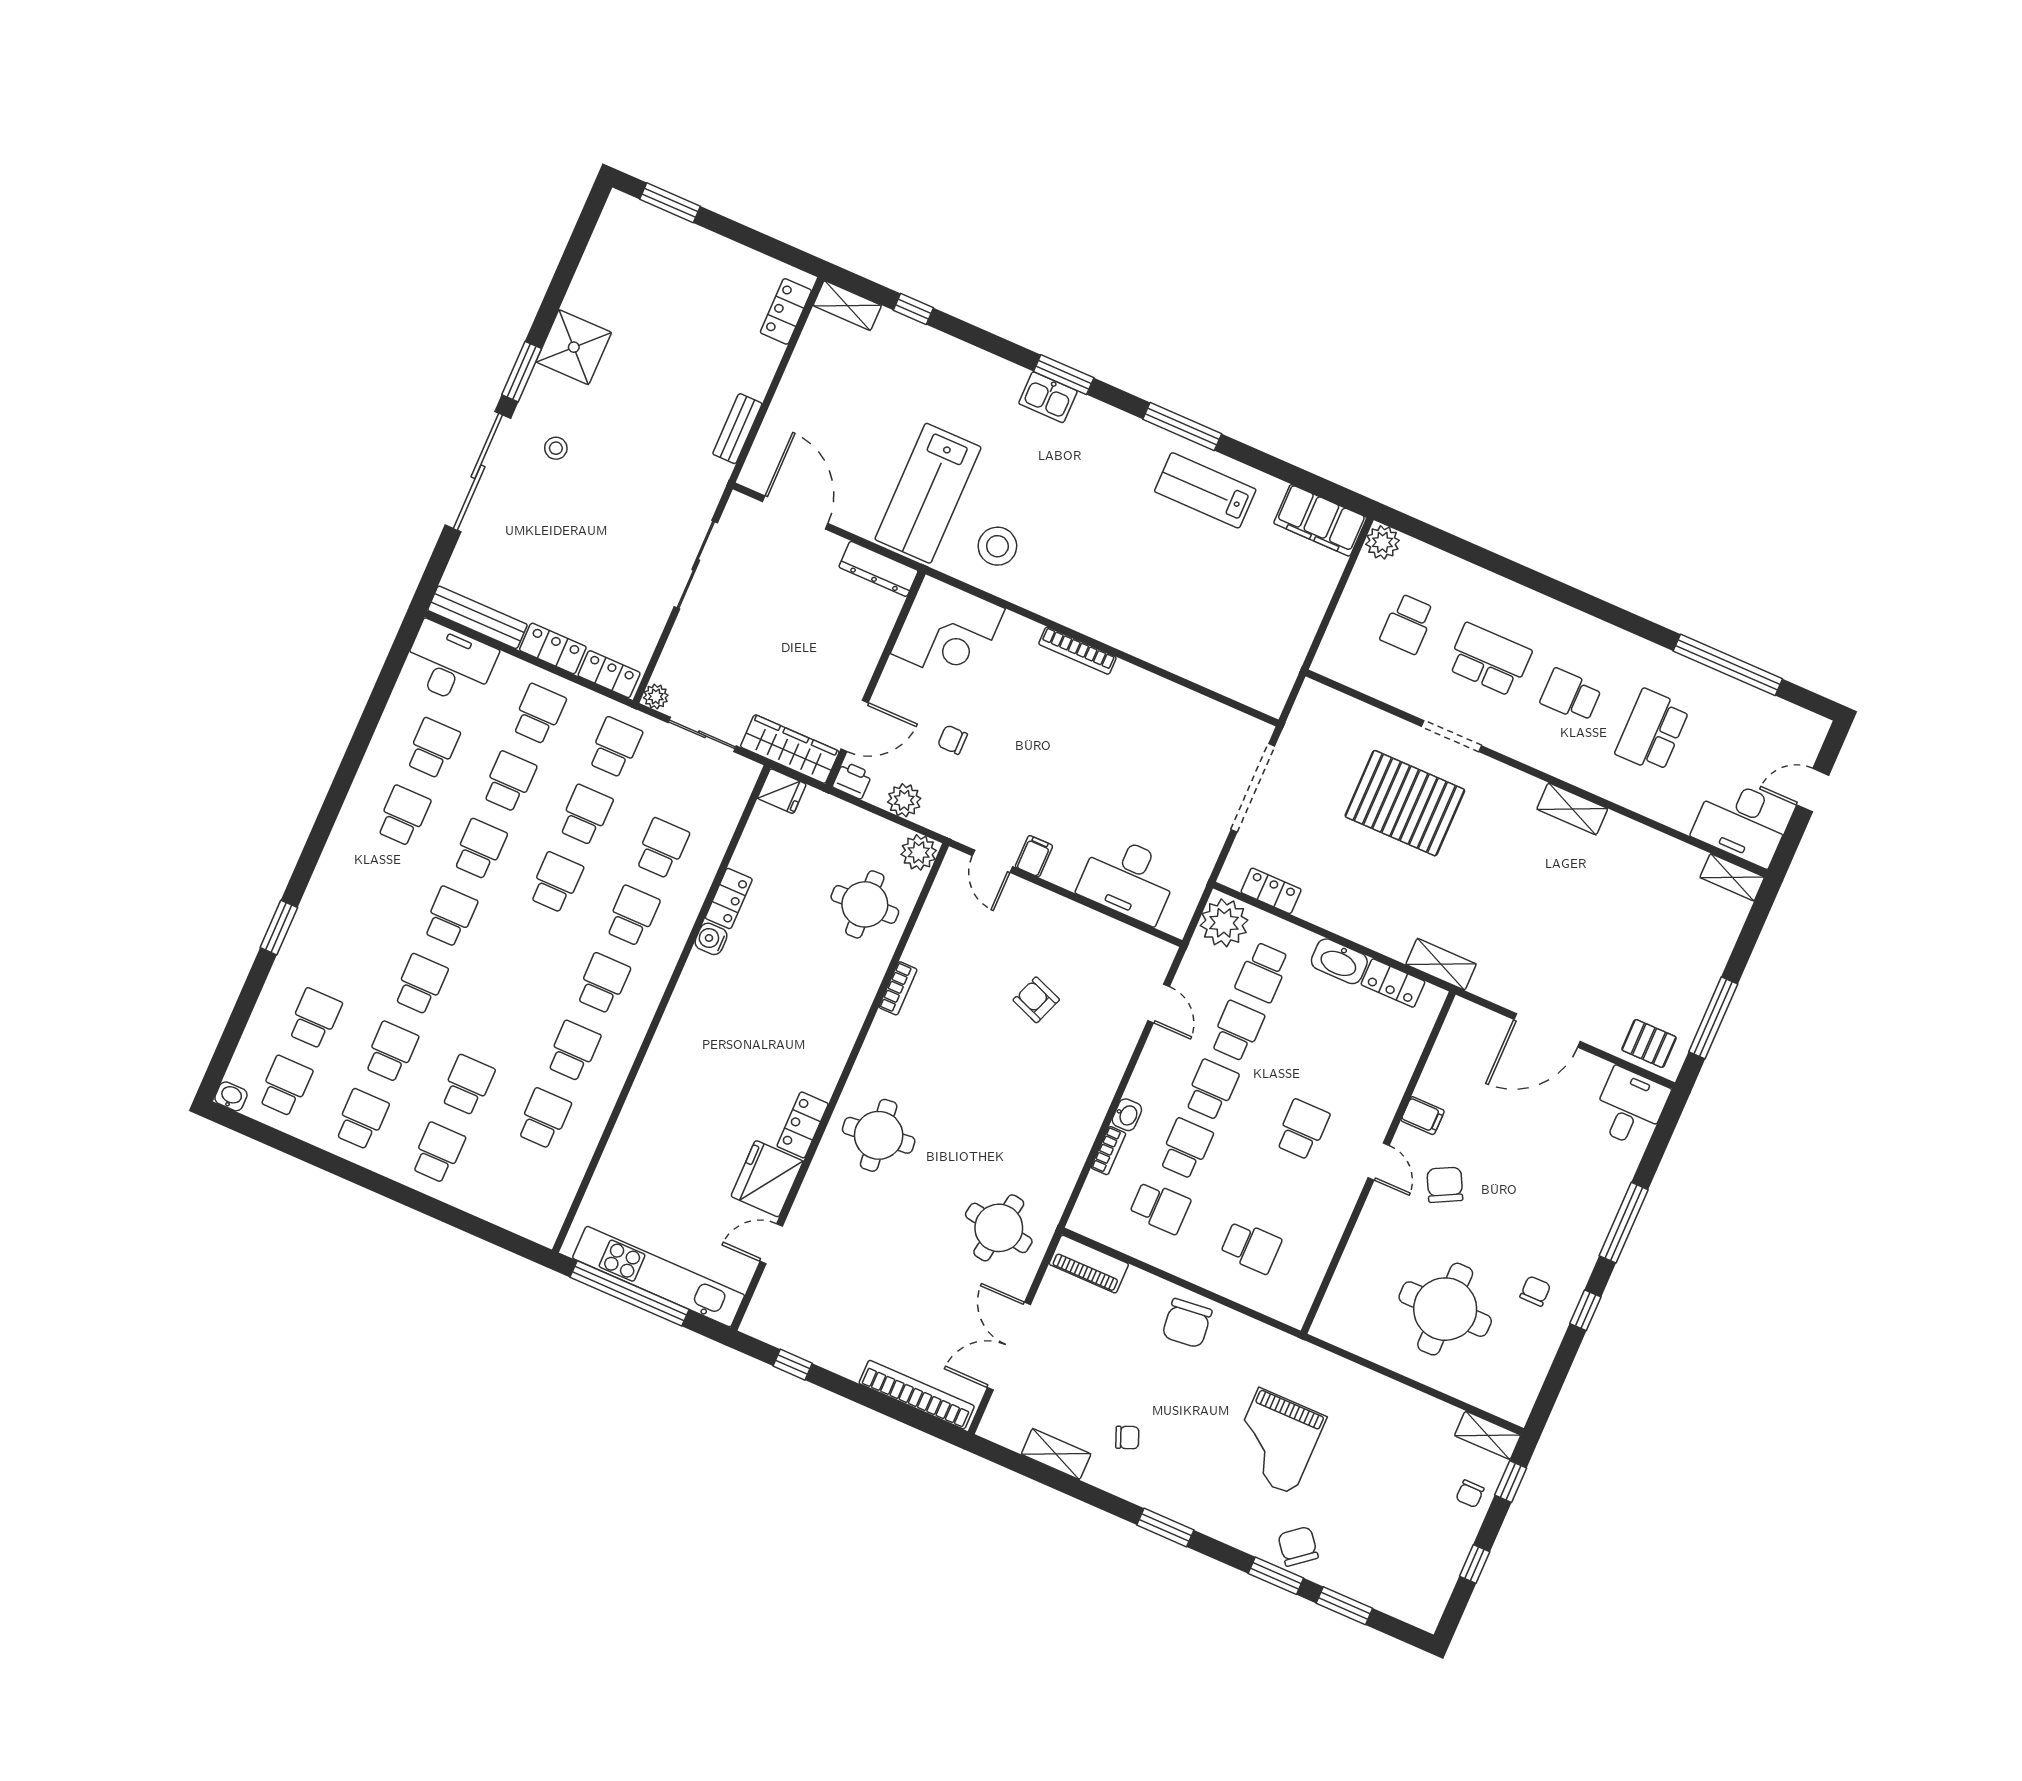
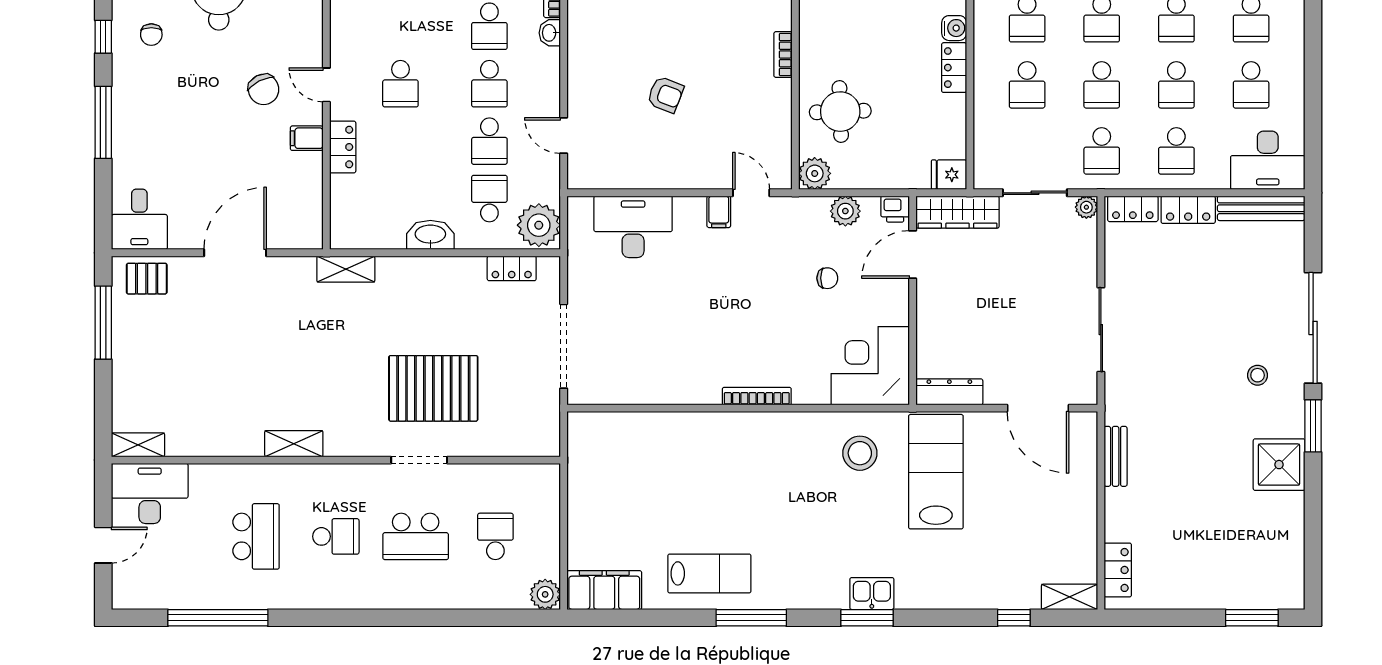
locker: (1393, 983) -> (343, 147), moved, turned 90

